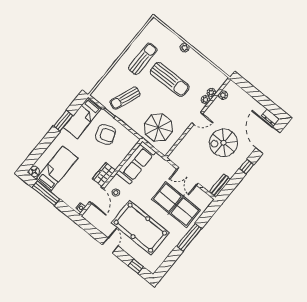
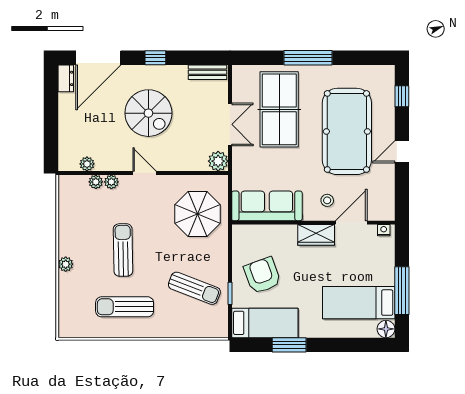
sun lounger: (170, 79) -> (123, 250), width x0.73, depth x0.75
plant: (175, 157) -> (218, 161), added

